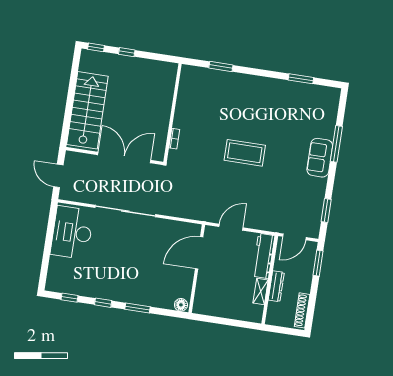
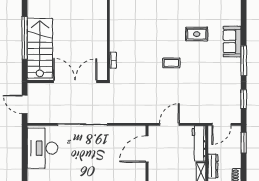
window: (71, 95) -> (25, 38), added
rug: (281, 122) -> (197, 34), added
window: (336, 144) -> (244, 61), moved
coffee table: (245, 153) -> (171, 63), width x0.54, depth x0.58
sofa: (320, 158) -> (232, 42), moved

